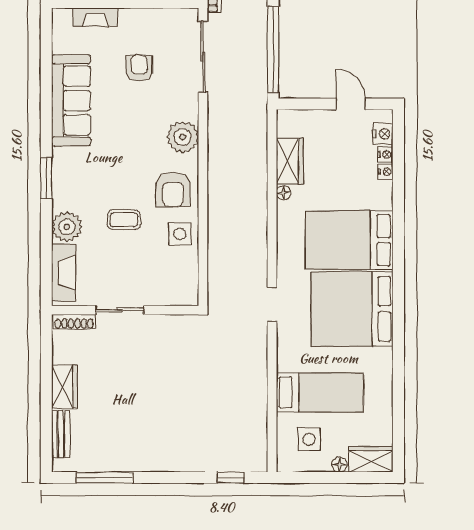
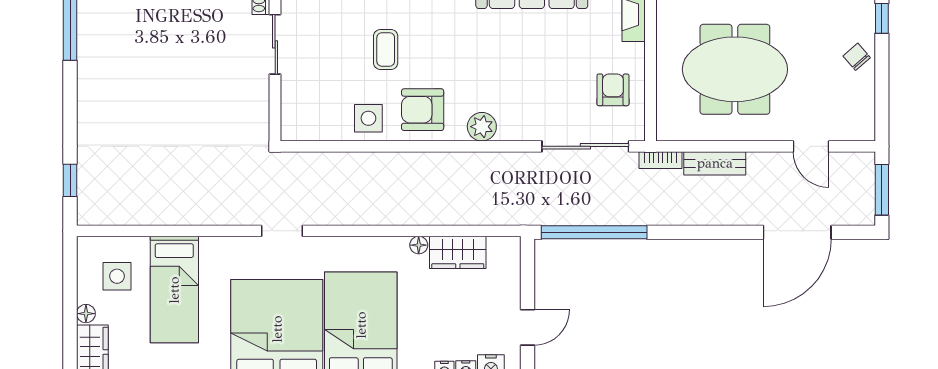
armchair: (139, 68) -> (613, 90), moved, turned -90
plant: (183, 137) -> (482, 127), width x0.73, depth x0.73

